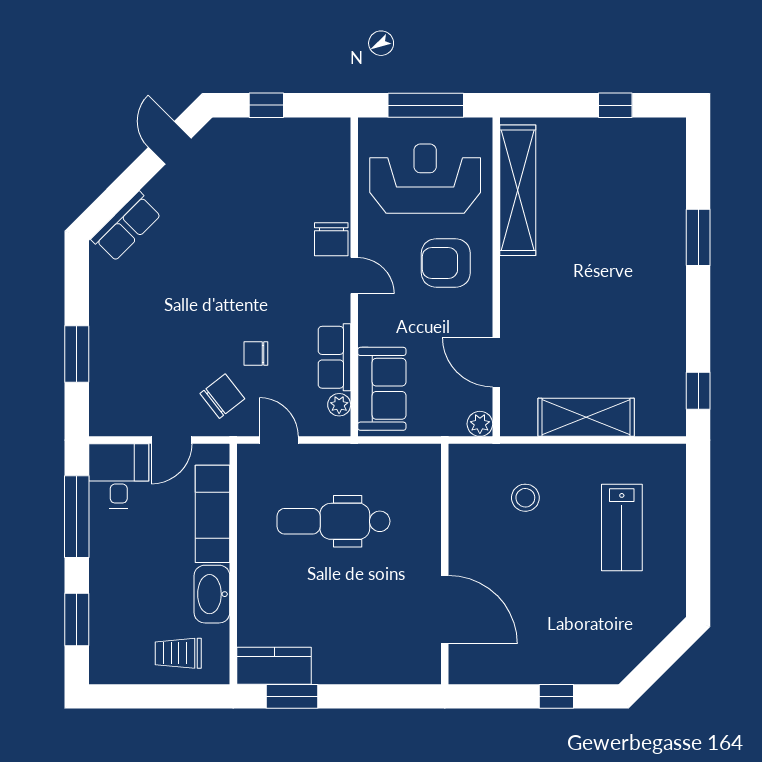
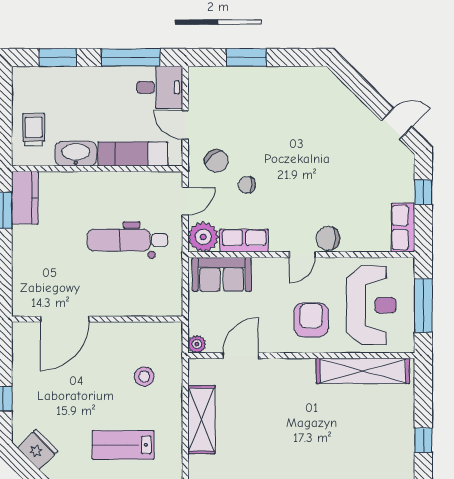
row of seats: (126, 227) -> (403, 228), moved, turned 45
chair: (256, 354) -> (247, 185), turned -90
plant: (339, 405) -> (203, 237), width x1.88, depth x1.88
dental chair: (334, 521) -> (128, 240), turned -90
fridge: (628, 648) -> (37, 450), added

